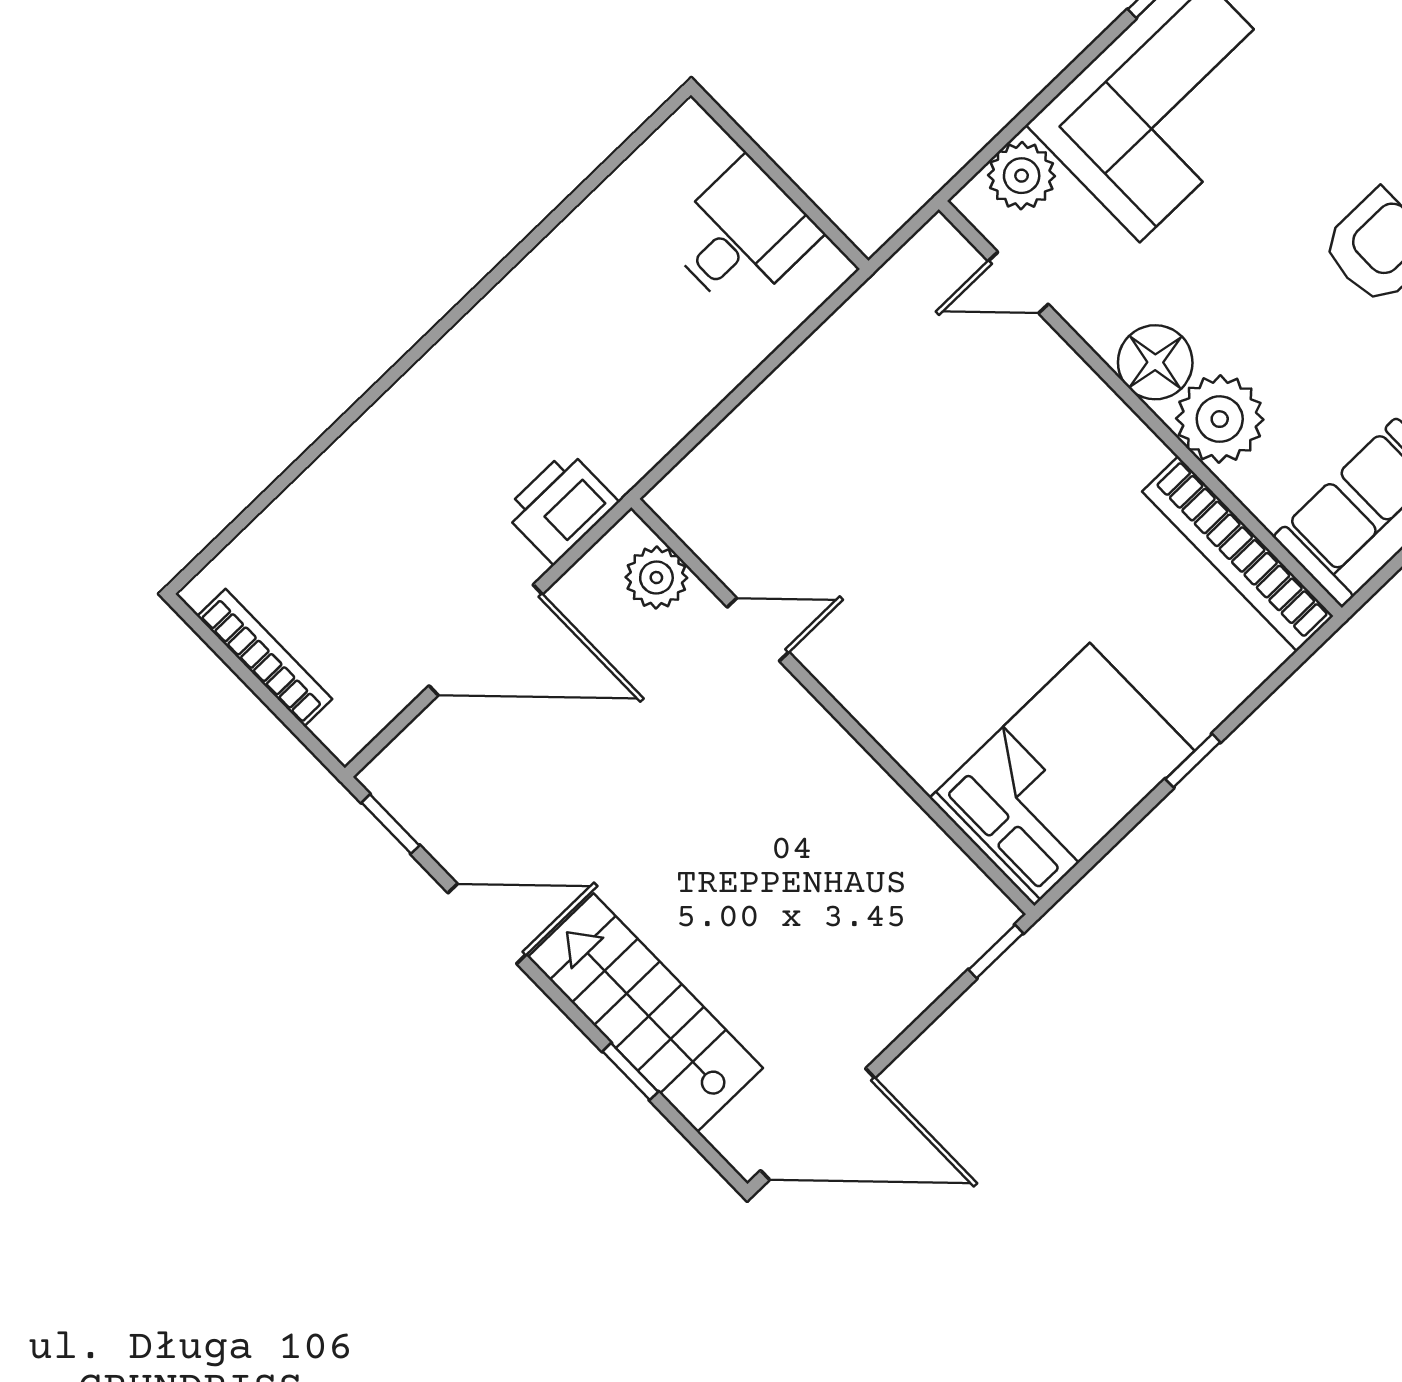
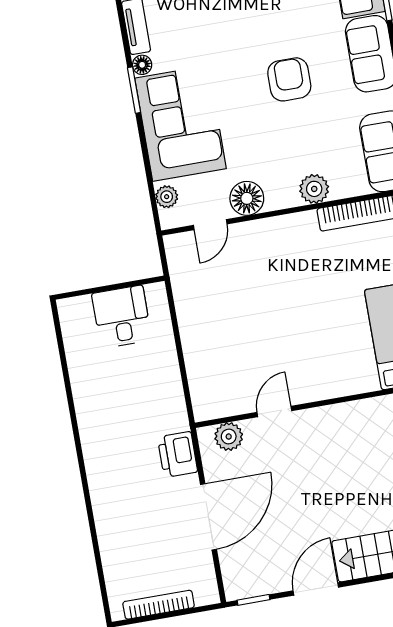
plant: (1022, 176) -> (167, 197), width x0.73, depth x0.73
floor lamp: (1155, 362) -> (247, 198), moved
plant: (1220, 419) -> (314, 189), width x0.73, depth x0.73

